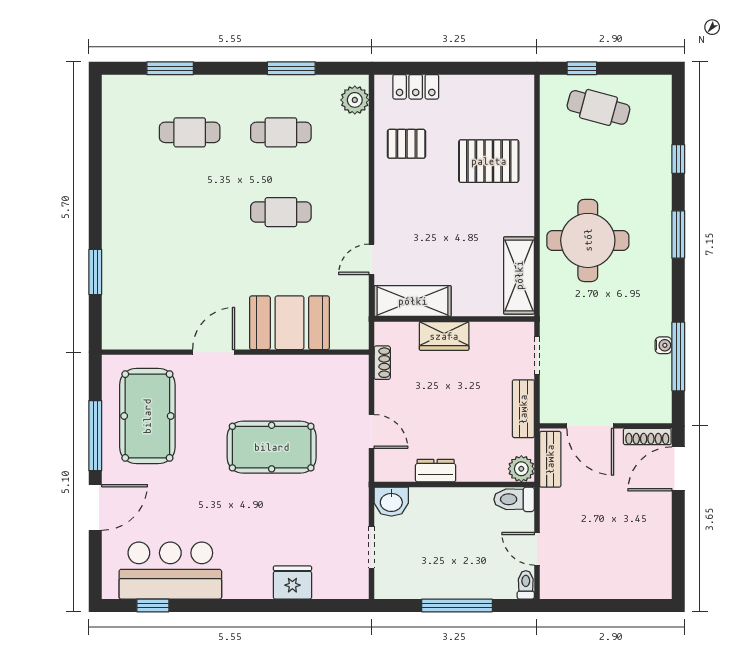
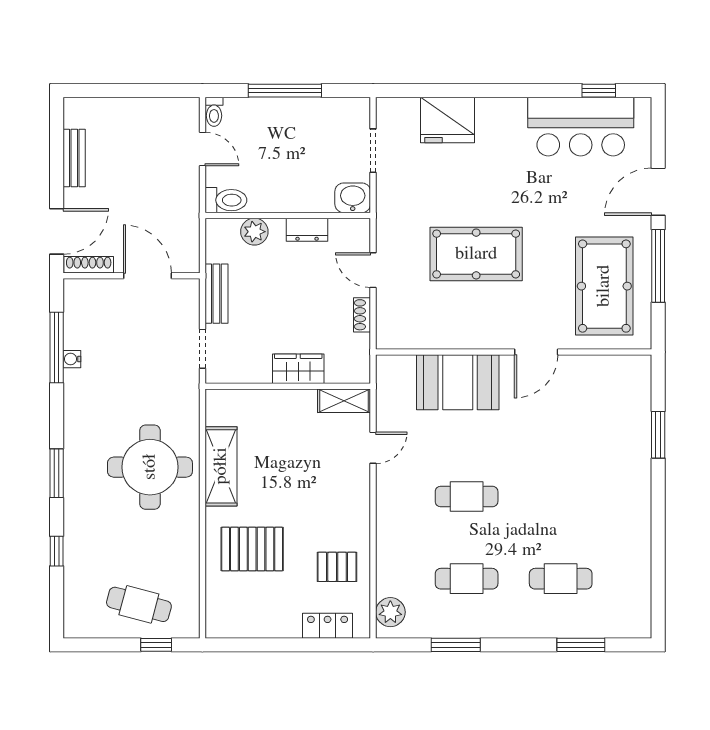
shelving: (519, 275) -> (221, 466), moved
shelving: (413, 301) -> (344, 401), width x0.67, depth x0.75
shoe rack: (382, 363) -> (362, 315), moved
bench: (550, 459) -> (74, 158), moved
plant: (521, 469) -> (254, 232), moved
fridge: (292, 583) -> (448, 120), width x1.36, depth x1.34

